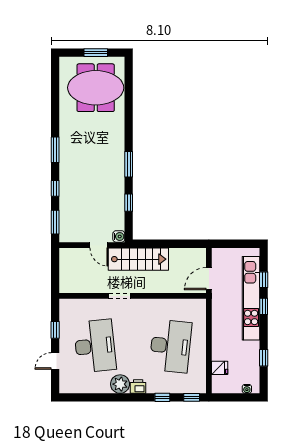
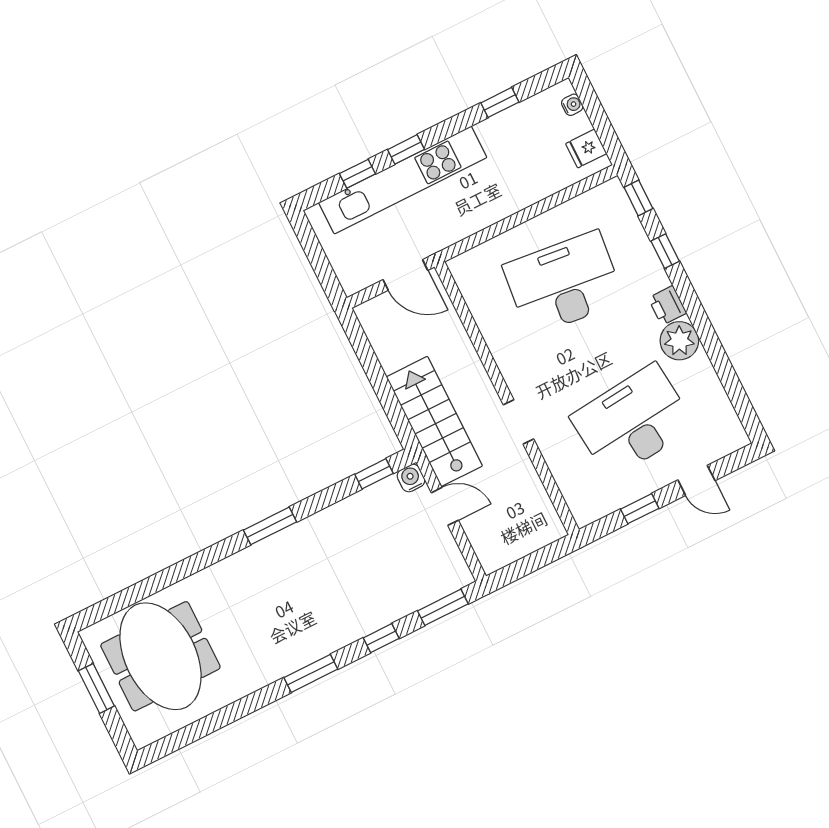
window: (129, 203) -> (374, 474), moved
door: (99, 245) -> (445, 506), hinge flipped
fridge: (220, 368) -> (586, 149), moved, turned -90

